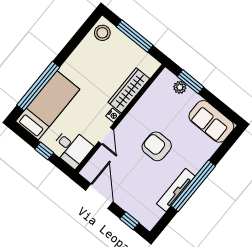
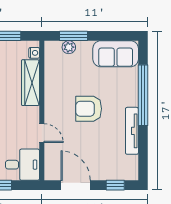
nightstand: (113, 115) -> (34, 53), moved
window: (193, 186) -> (143, 95), moved

